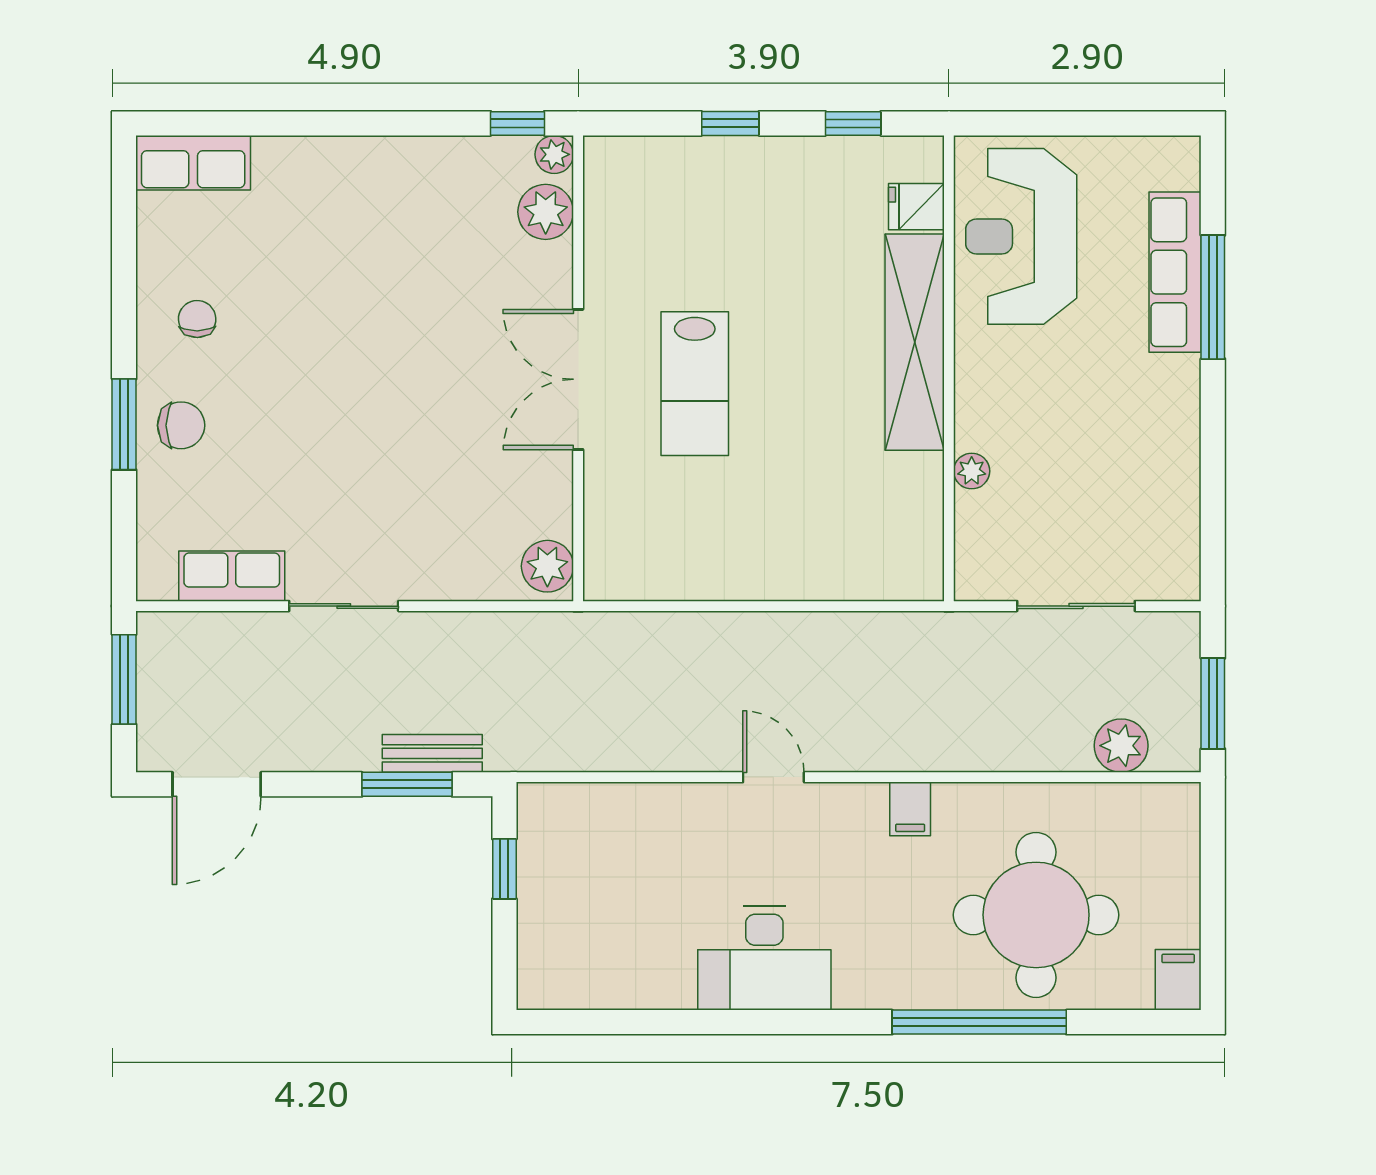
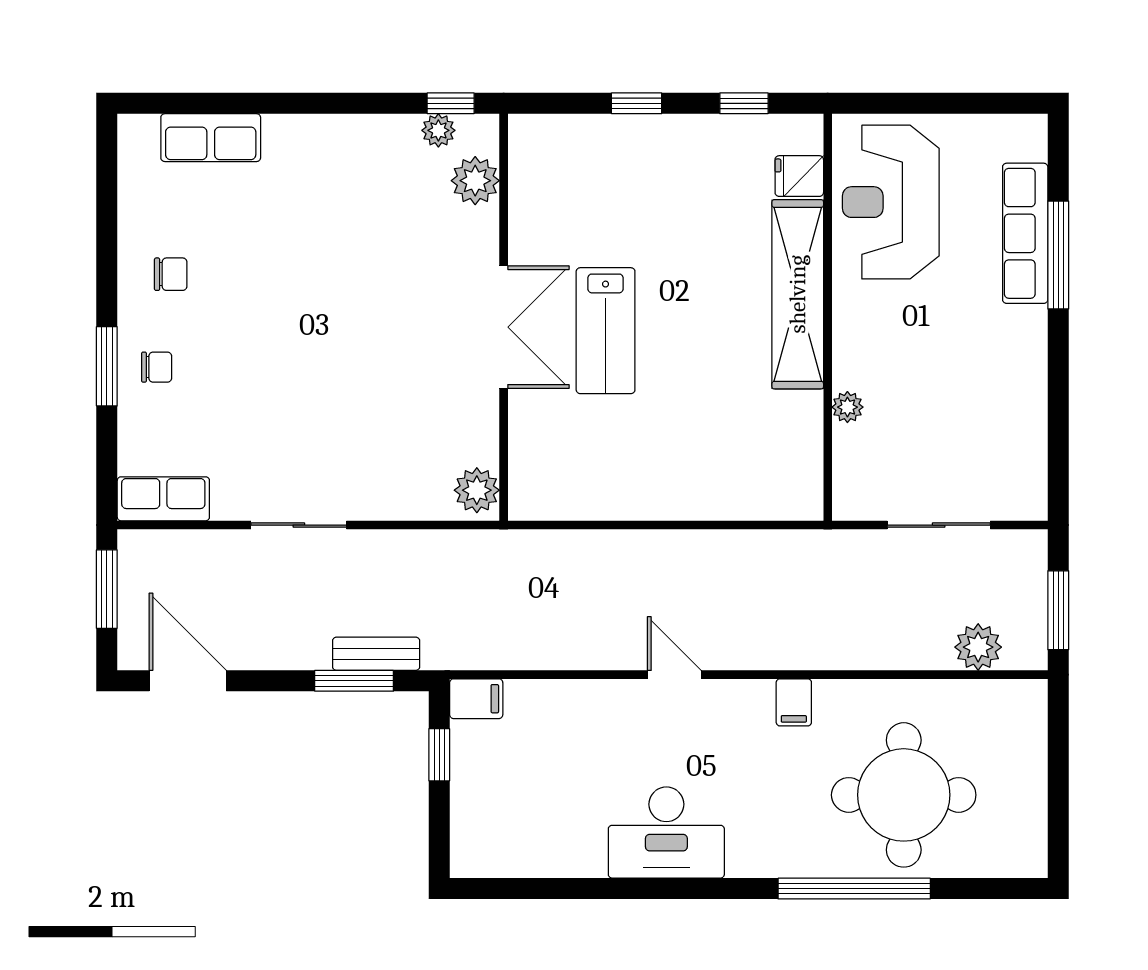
plant: (554, 154) -> (438, 130), moved
row of seats: (193, 163) -> (211, 138), moved
chair: (197, 319) -> (171, 274), turned 91
double door: (578, 379) -> (504, 327), swing flipped
chair: (181, 425) -> (157, 367), width x0.73, depth x0.73
row of seats: (232, 576) -> (163, 499), moved
door: (217, 784) -> (188, 681), swing flipped
filing cabinet: (1178, 980) -> (476, 699), moved, turned 90

